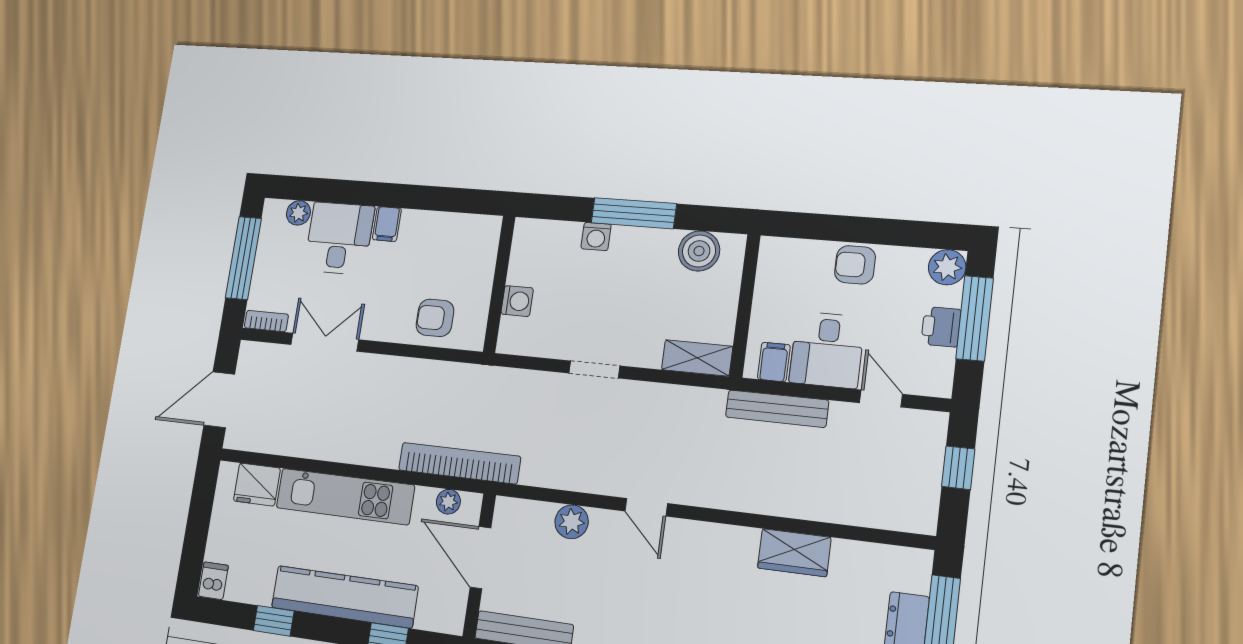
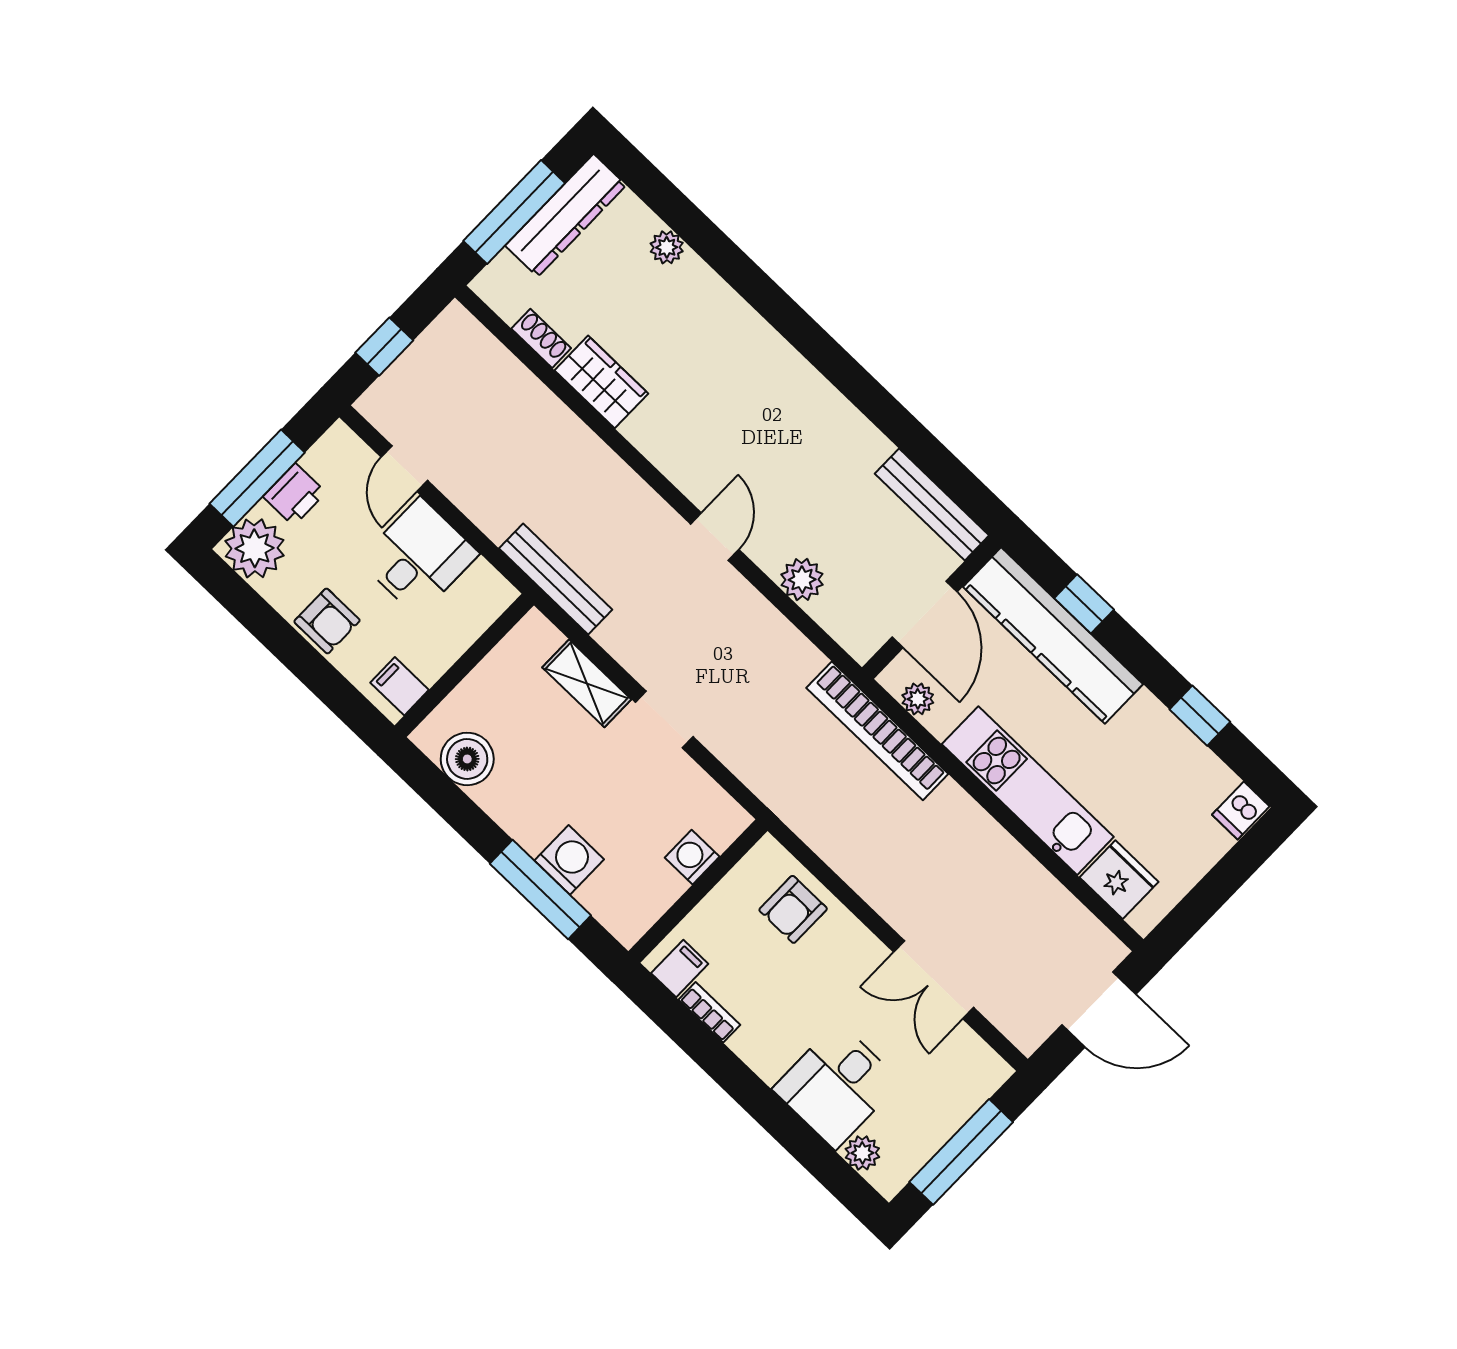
window: (634, 213) -> (540, 889), moved
filing cabinet: (387, 224) -> (680, 968), moved
washing machine: (596, 236) -> (569, 860), width x1.38, depth x1.38
plant: (947, 267) -> (255, 548), width x1.36, depth x1.36
armchair: (435, 318) -> (793, 909), turned 90
bookcase: (266, 321) -> (709, 1012), moved, turned 180
shelving: (697, 358) -> (587, 683), moved
filing cabinet: (774, 362) -> (400, 686), moved, turned 90
bench: (777, 409) -> (556, 579), moved
shoe rack: (856, 552) -> (541, 338), added
kitchen counter: (344, 597) -> (1053, 635), moved

